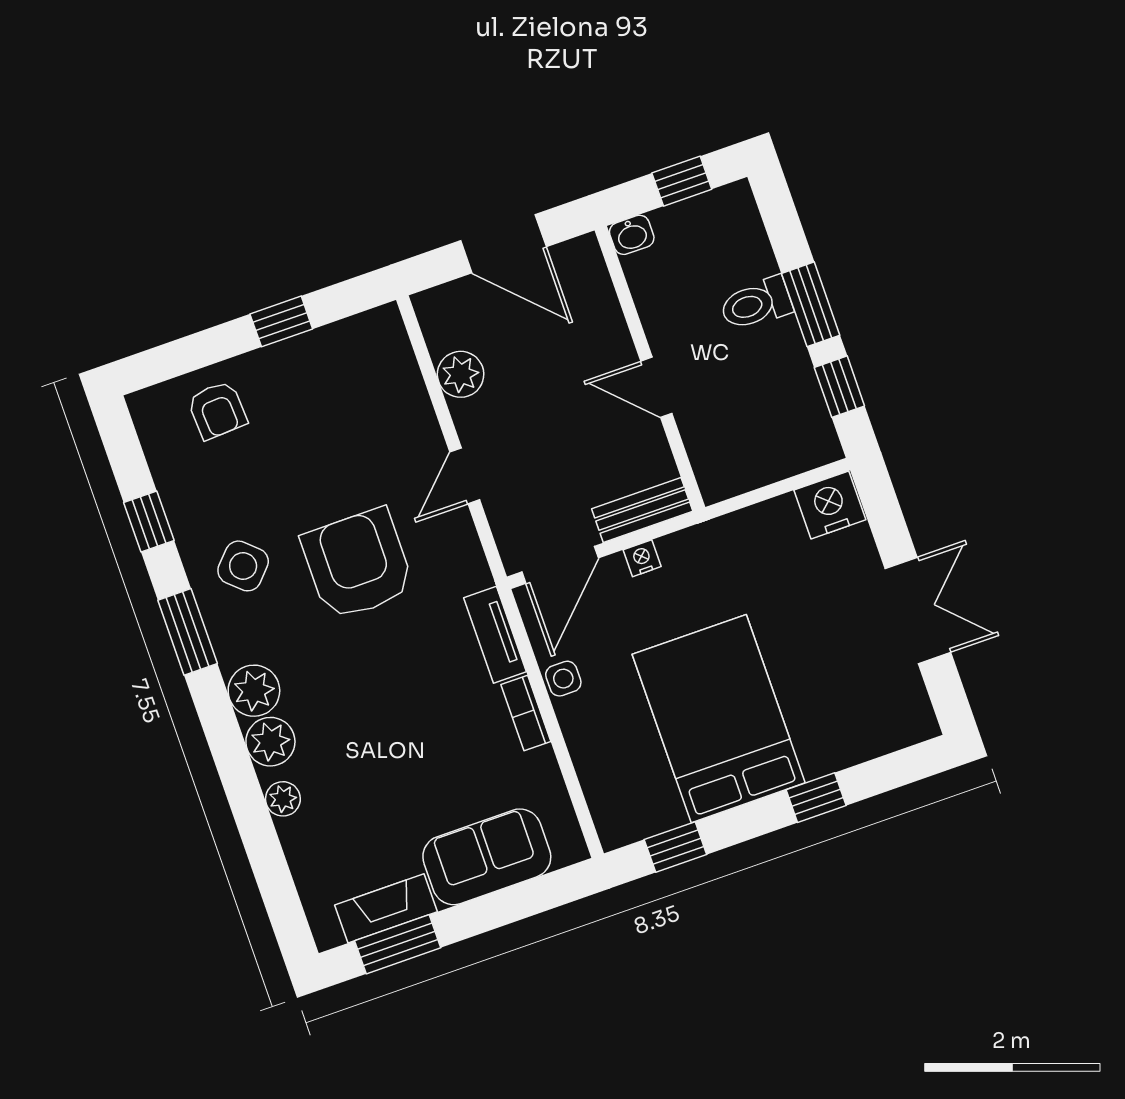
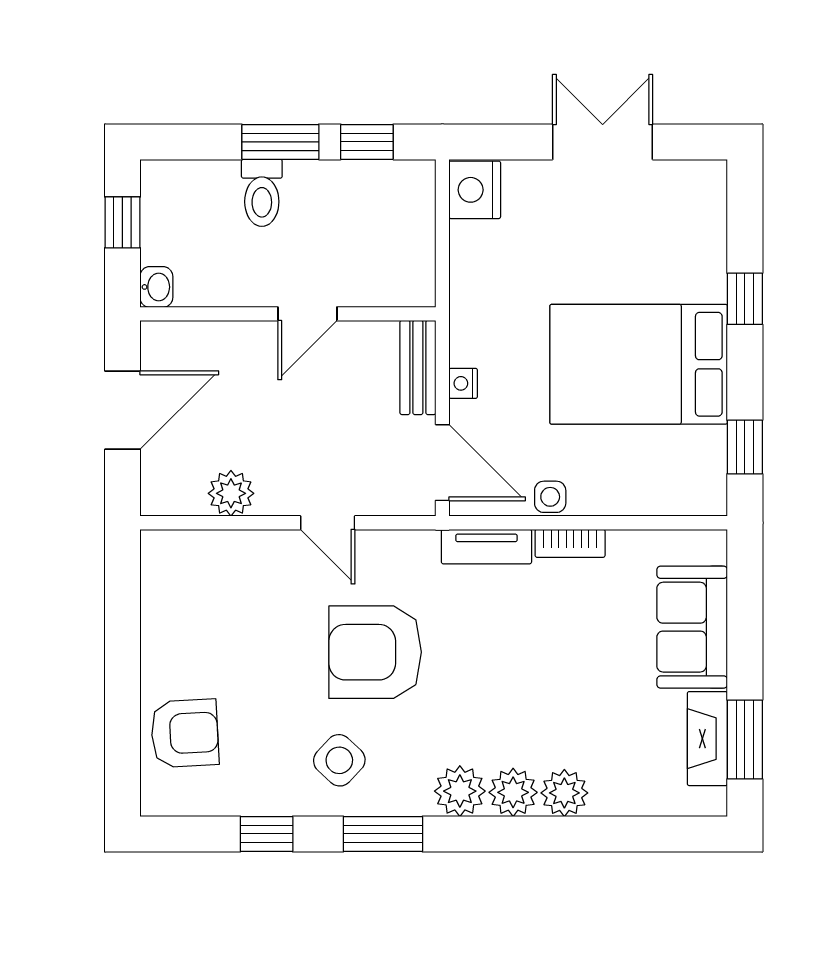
window: (281, 321) -> (122, 644), removed
armchair: (217, 410) -> (185, 733), width x1.38, depth x1.38
plant: (283, 799) -> (564, 793), width x1.38, depth x1.38

